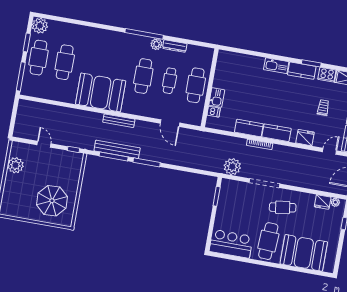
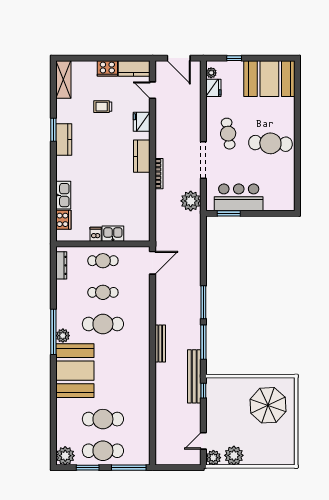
plant: (156, 44) -> (63, 336), moved
dresser: (175, 46) -> (61, 265), moved
kitchen sink: (276, 66) -> (63, 195), moved
cooker: (327, 75) -> (63, 220), moved
cafe table: (196, 85) -> (103, 261), width x0.73, depth x0.74
booth: (101, 92) -> (75, 371), moved
dishwasher: (214, 112) -> (96, 234), moved
door: (170, 123) -> (153, 263), moved
kitchen counter: (249, 128) -> (142, 189), removed
door: (44, 144) -> (203, 441), moved
plant: (17, 148) -> (213, 458), added
bench: (117, 149) -> (194, 376), moved
bar counter: (231, 244) -> (239, 197), moved, turned 90
booth: (304, 253) -> (269, 79), moved, turned 90

